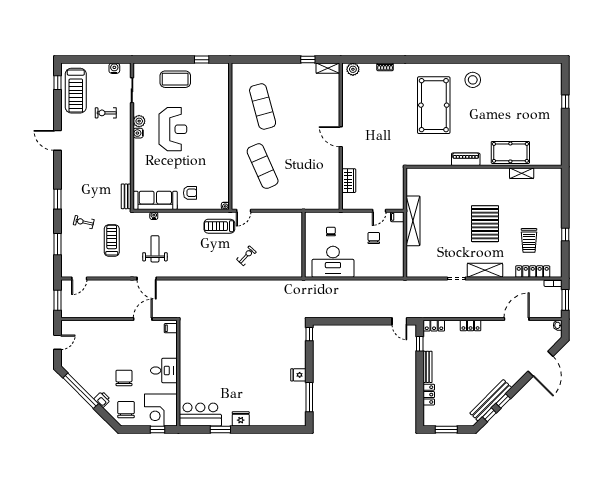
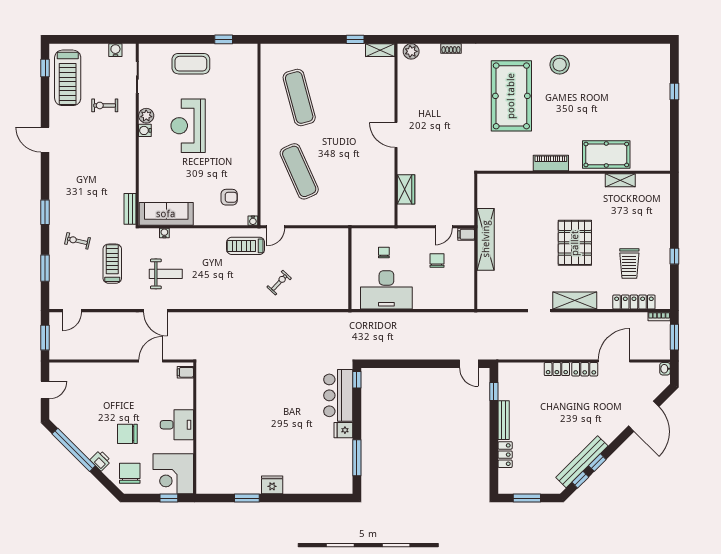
reception desk: (173, 129) -> (188, 126), turned 180
armchair: (190, 193) -> (229, 197), moved
weight bench: (155, 249) -> (166, 274), turned 90
locker: (434, 326) -> (585, 369), moved
chair: (124, 378) -> (127, 434), turned -90
bar counter: (200, 415) -> (338, 395), moved, turned -90

